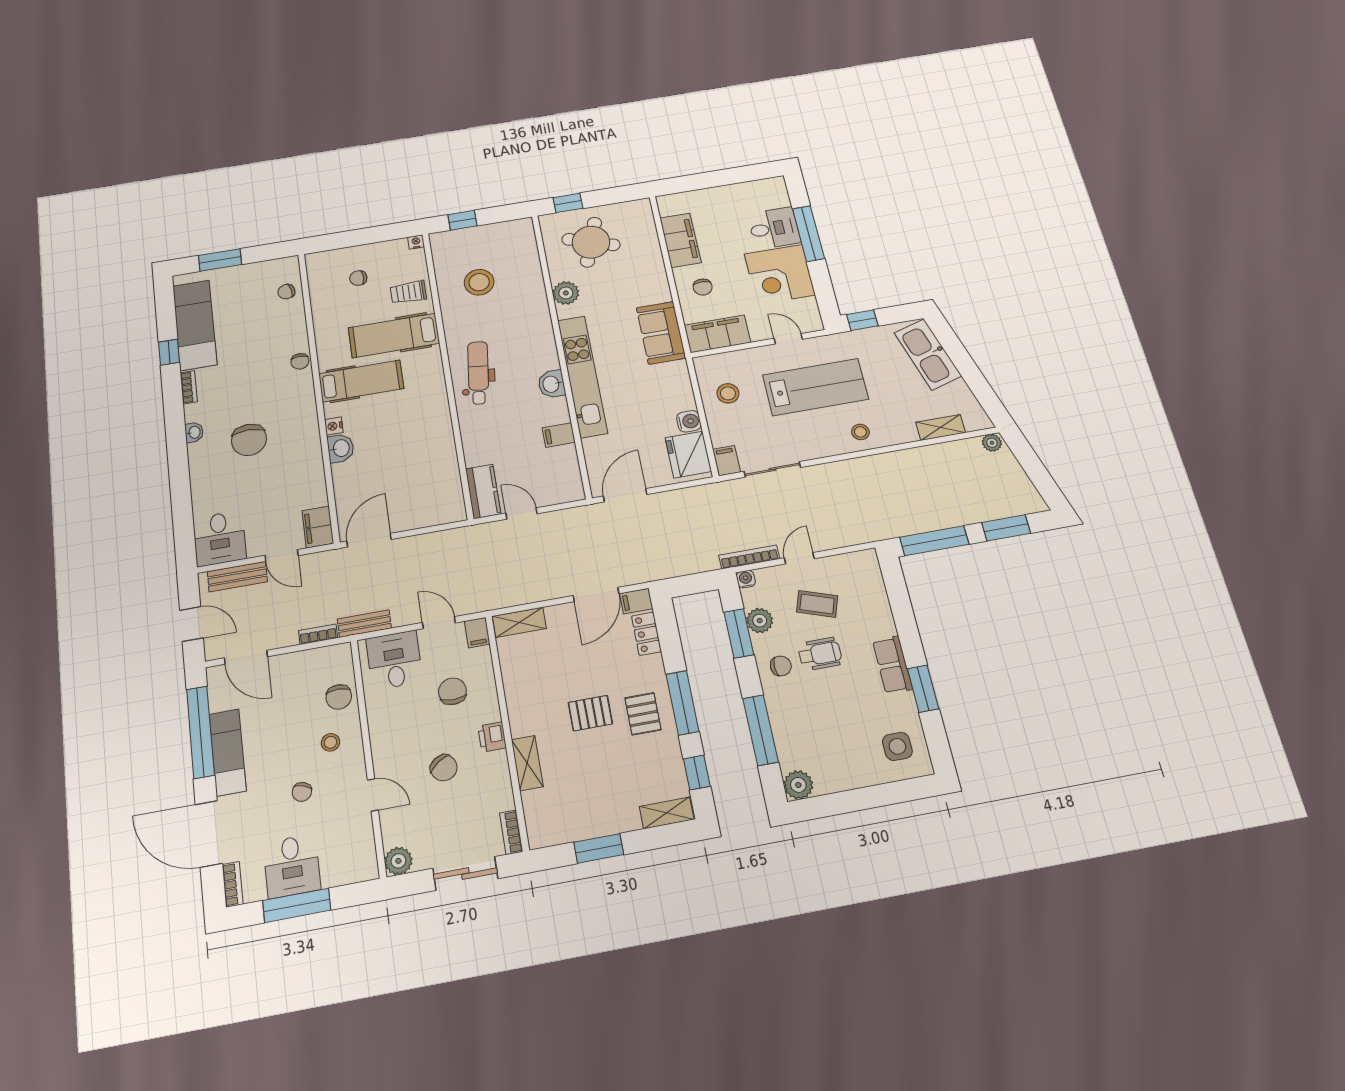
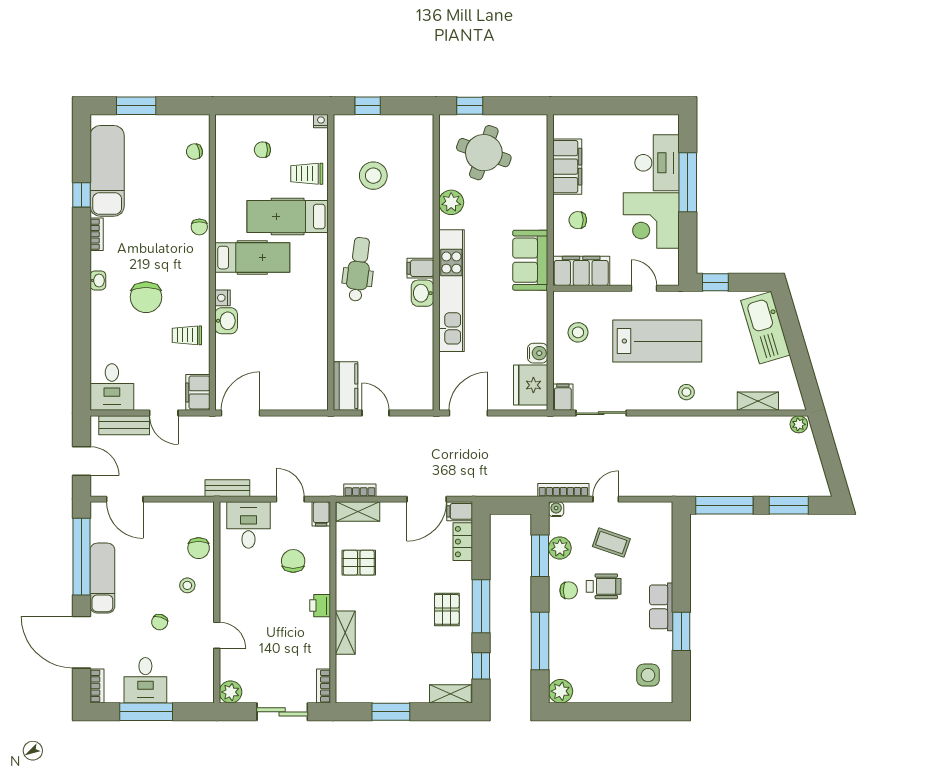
desk: (774, 228) -> (657, 163), width x1.37
chair: (703, 287) -> (578, 220), turned 90
filing cabinet: (559, 435) -> (420, 268), moved
trolley: (299, 470) -> (187, 335), added
bookcase: (318, 634) -> (360, 490), moved
pallet: (590, 713) -> (359, 563), moved
chair: (444, 768) -> (277, 624), removed

